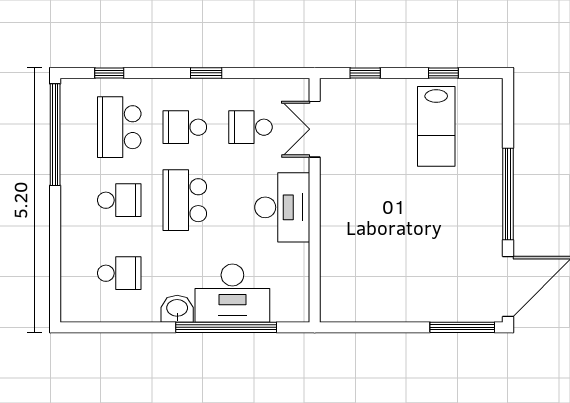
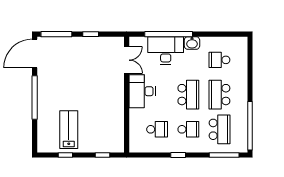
window: (109, 73) -> (224, 155), width x2.17
double door: (315, 129) -> (127, 60), moved
school desk: (119, 200) -> (219, 95), width x1.85
window: (390, 327) -> (91, 34), added

